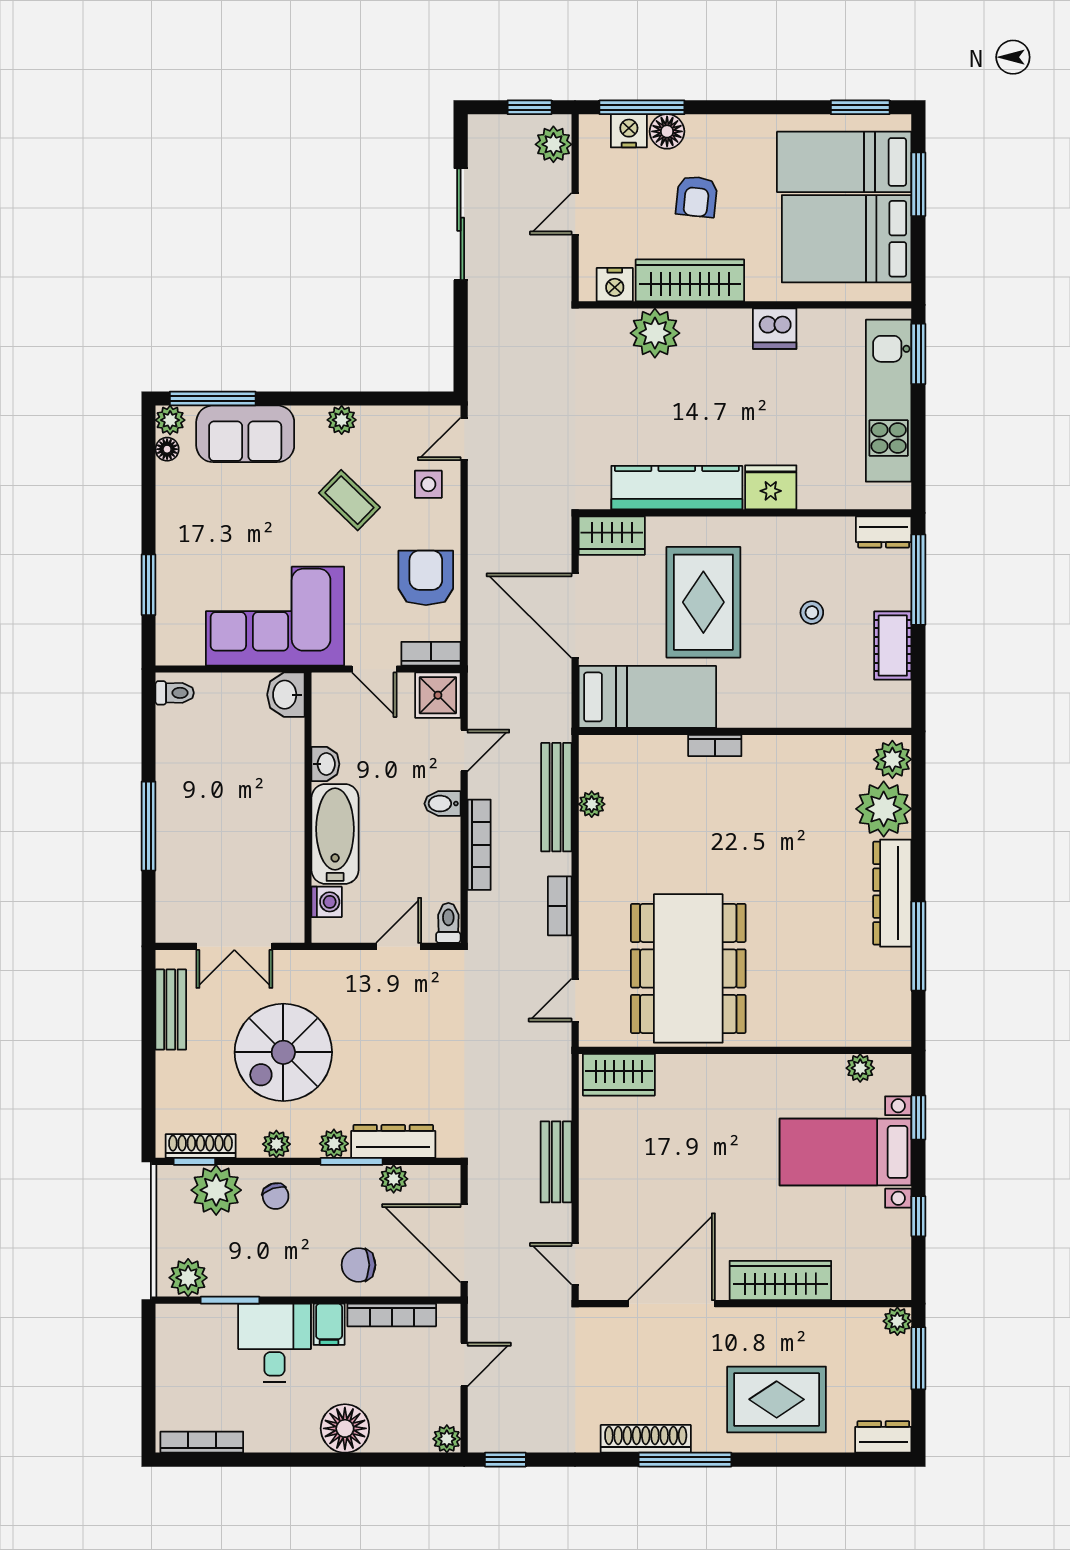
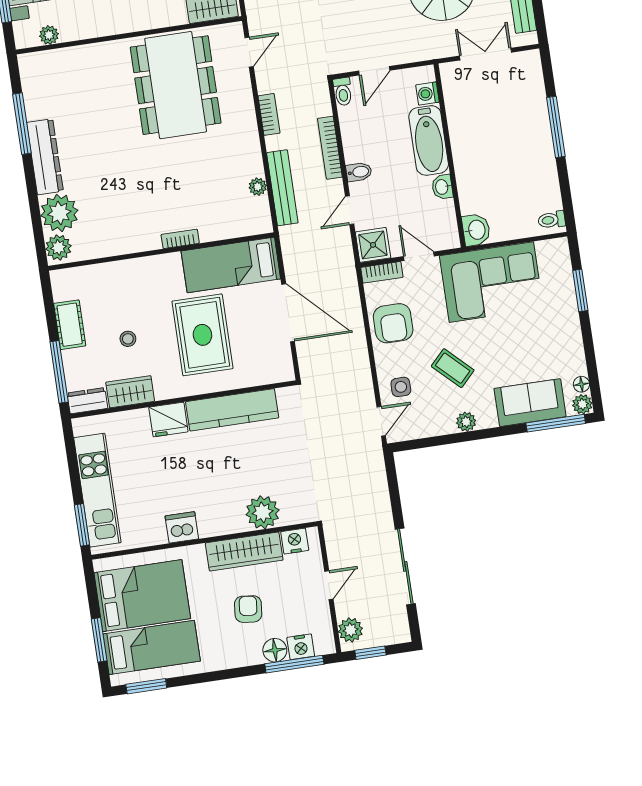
wardrobe: (612, 536) -> (130, 392), moved

